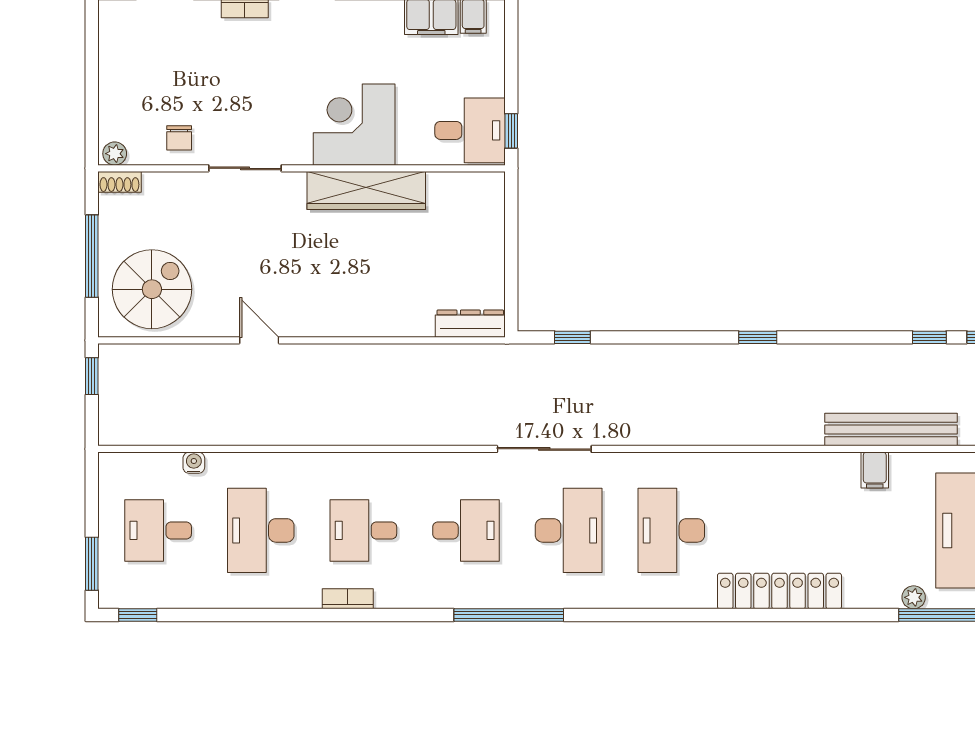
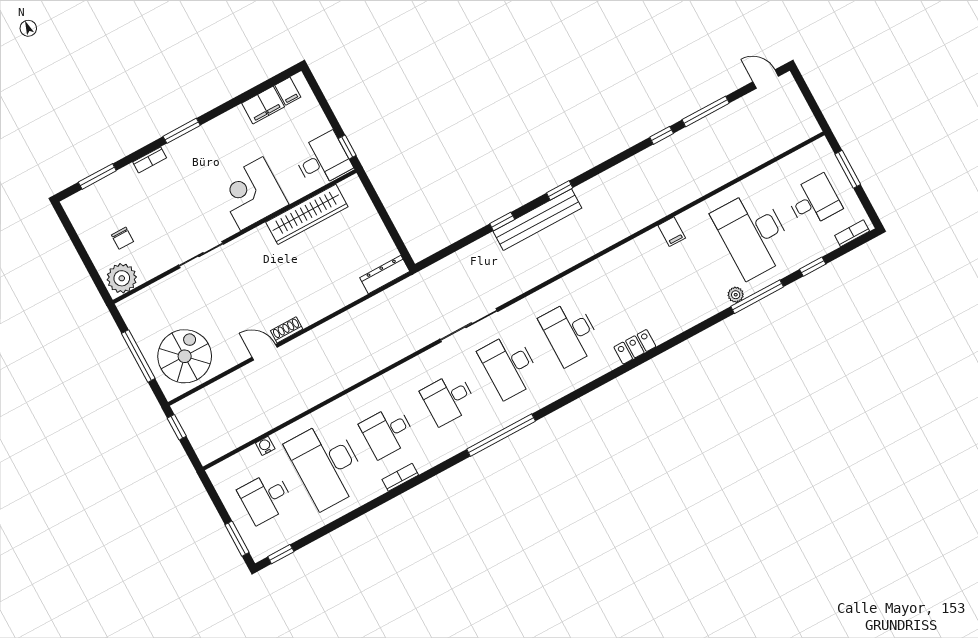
chair: (179, 138) -> (122, 238), moved
plant: (115, 154) -> (122, 278), width x1.87, depth x1.87
shoe rack: (119, 182) -> (287, 330), moved, turned 180
wardrobe: (366, 190) -> (307, 214), moved
window: (572, 337) -> (502, 221), moved
bench: (891, 429) -> (537, 220), moved
desk: (261, 530) -> (327, 465), width x1.36, depth x1.30
desk: (466, 530) -> (448, 399), turned 180
desk: (569, 530) -> (509, 366), turned 180
locker: (779, 591) -> (635, 347), width x0.46, depth x0.83

